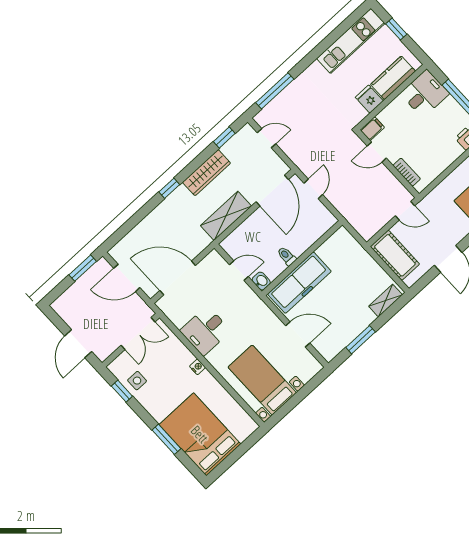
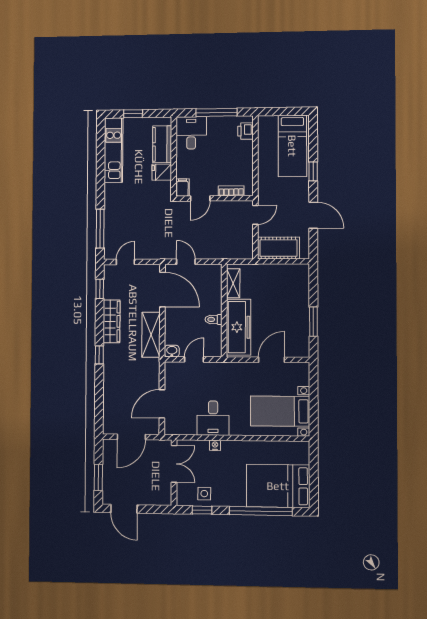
window: (83, 268) -> (98, 477), moved
door: (178, 278) -> (162, 404), width x0.73
washbasin: (261, 281) -> (172, 351), moved
shelving: (386, 301) -> (233, 283), moved
door: (78, 344) -> (124, 509), moved
nightstand: (198, 367) -> (215, 445), moved
window: (166, 439) -> (261, 511), width x2.11

